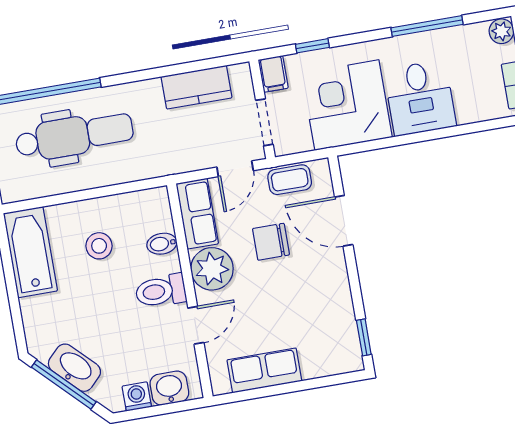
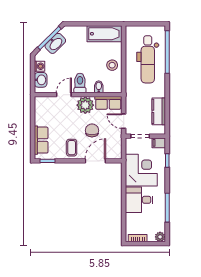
coffee table: (290, 180) -> (72, 148), moved
stool: (99, 246) -> (112, 65), moved
door: (196, 325) -> (64, 95), swing flipped
row of seats: (264, 370) -> (41, 140), moved

